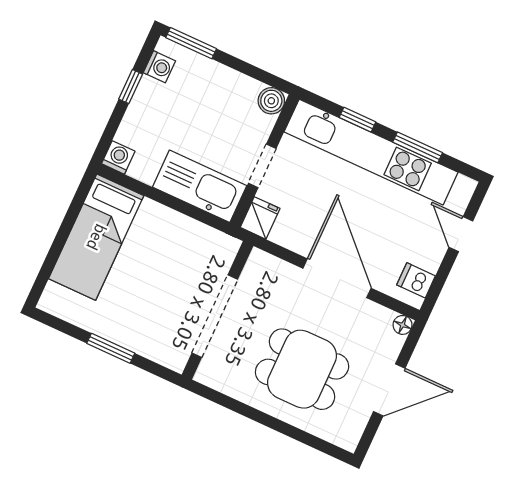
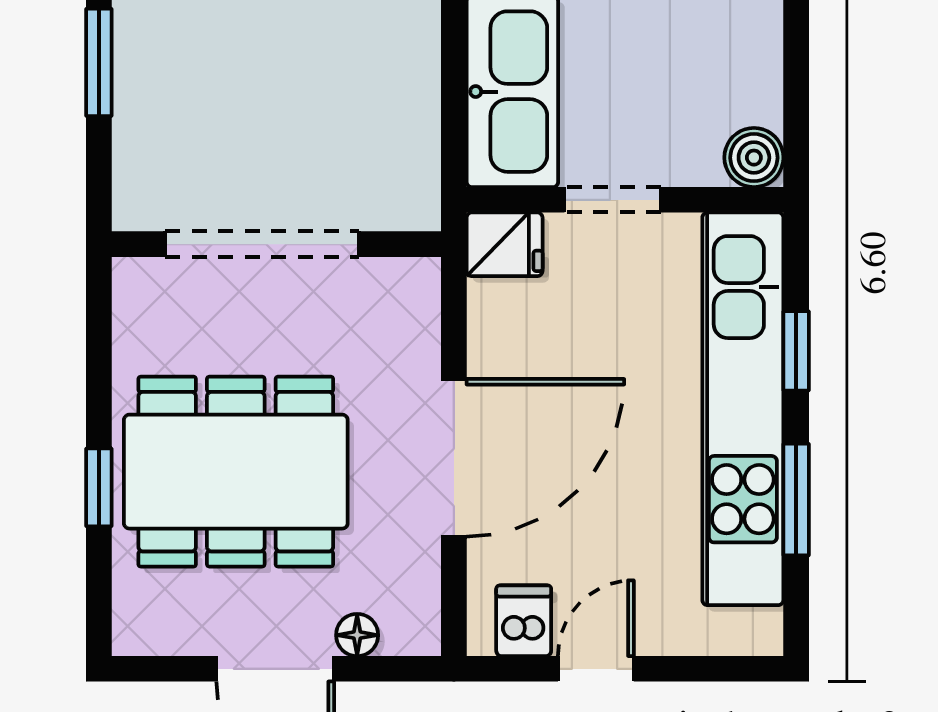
door: (461, 234) -> (596, 669), moved
floor lamp: (403, 325) -> (357, 635), moved
dining table: (302, 369) -> (236, 472), width x1.38
window: (283, 428) -> (99, 487), added

